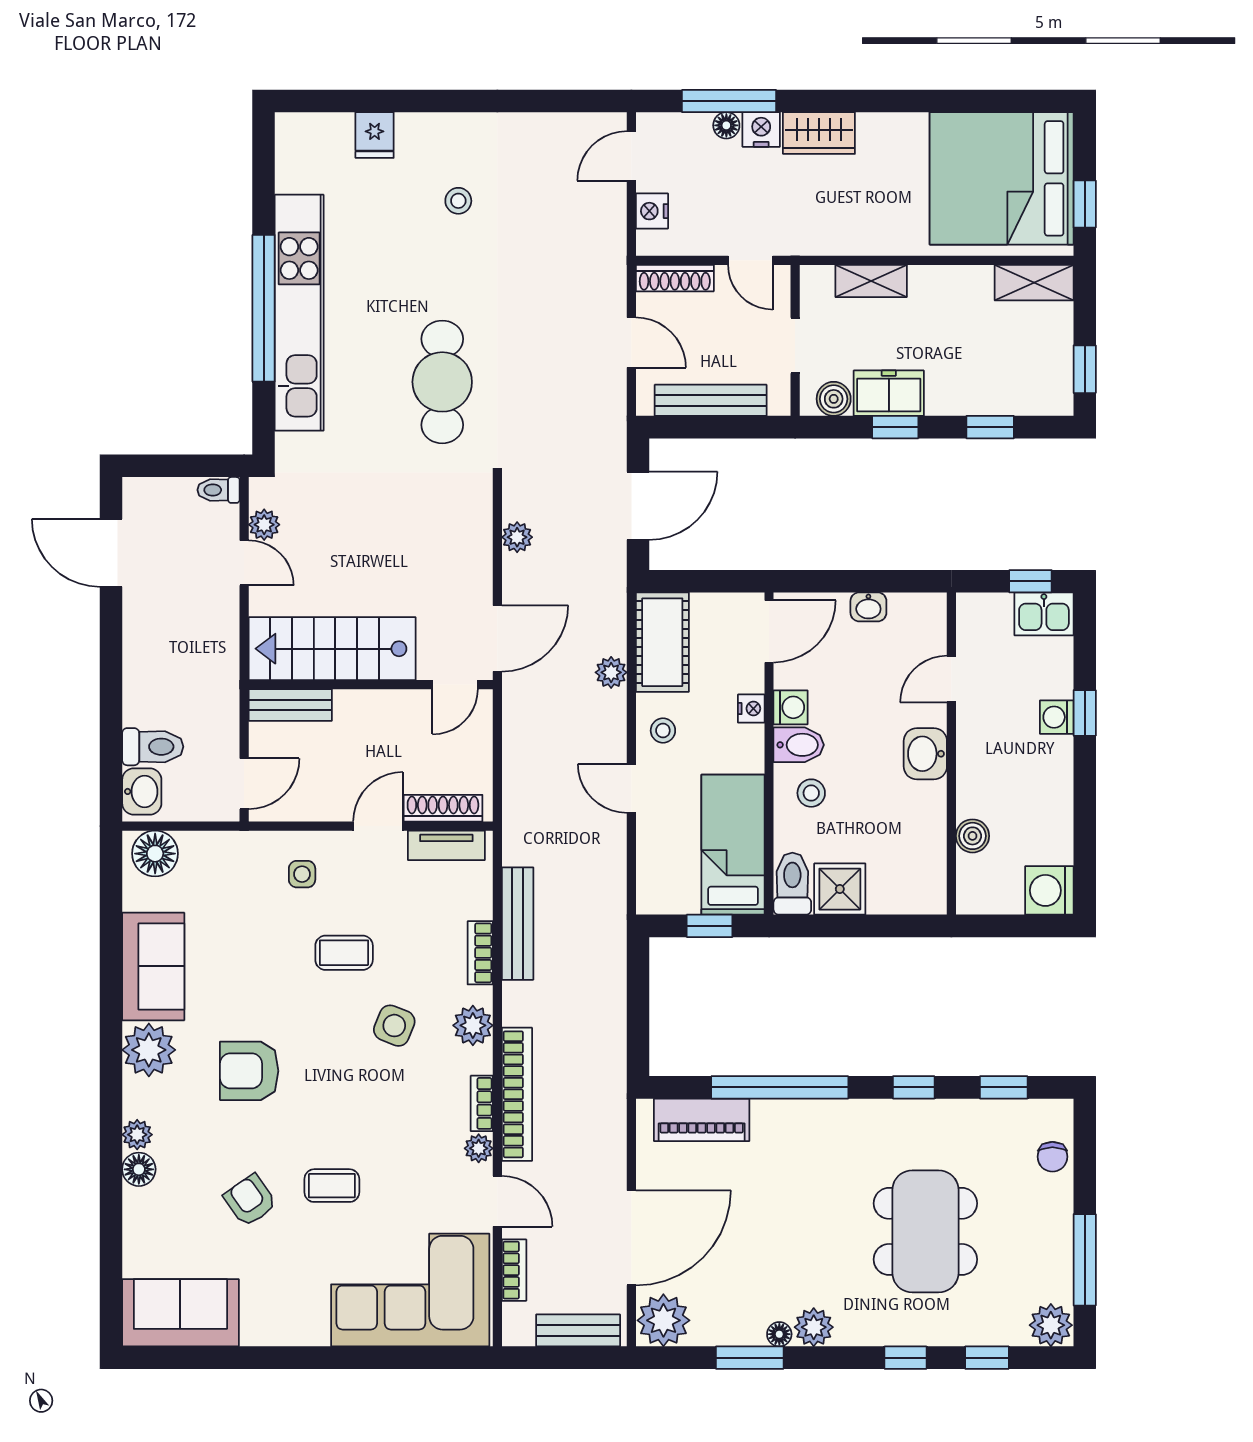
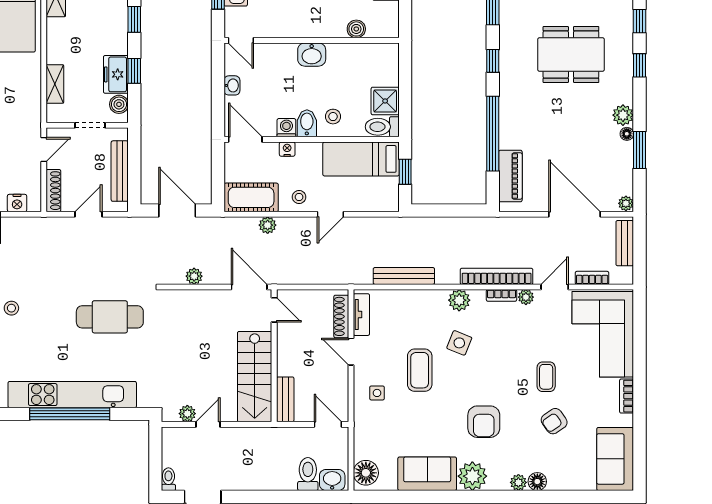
toilet: (219, 490) -> (168, 479), moved, turned 180
door: (951, 679) -> (241, 40), moved
coffee table: (344, 953) -> (420, 370), width x1.36, depth x1.30
bookcase: (480, 953) -> (627, 396), moved, turned 90
plant: (663, 1320) -> (626, 203), width x0.53, depth x0.53

